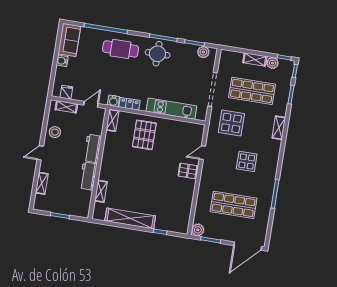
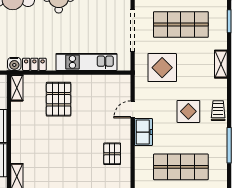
trolley: (271, 165) -> (218, 111), added
pallet: (188, 171) -> (112, 154), moved, turned 90
freezer: (208, 172) -> (143, 132), added

